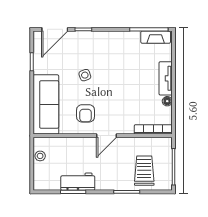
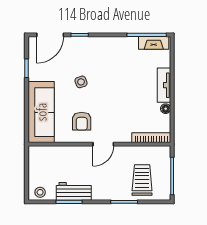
stool: (40, 156) -> (40, 192), moved

